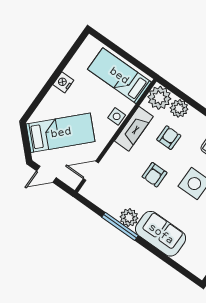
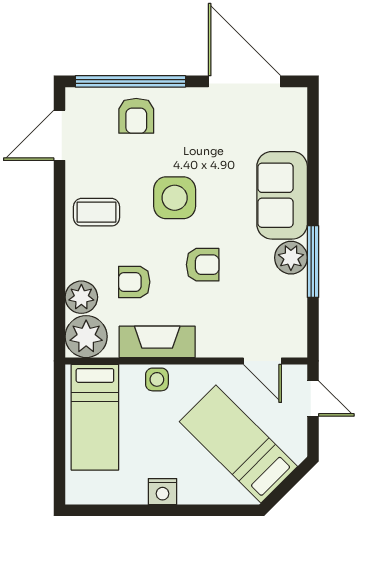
door: (46, 174) -> (313, 398), moved

